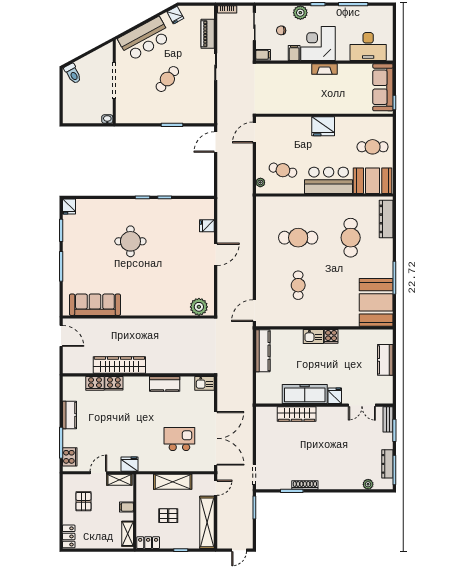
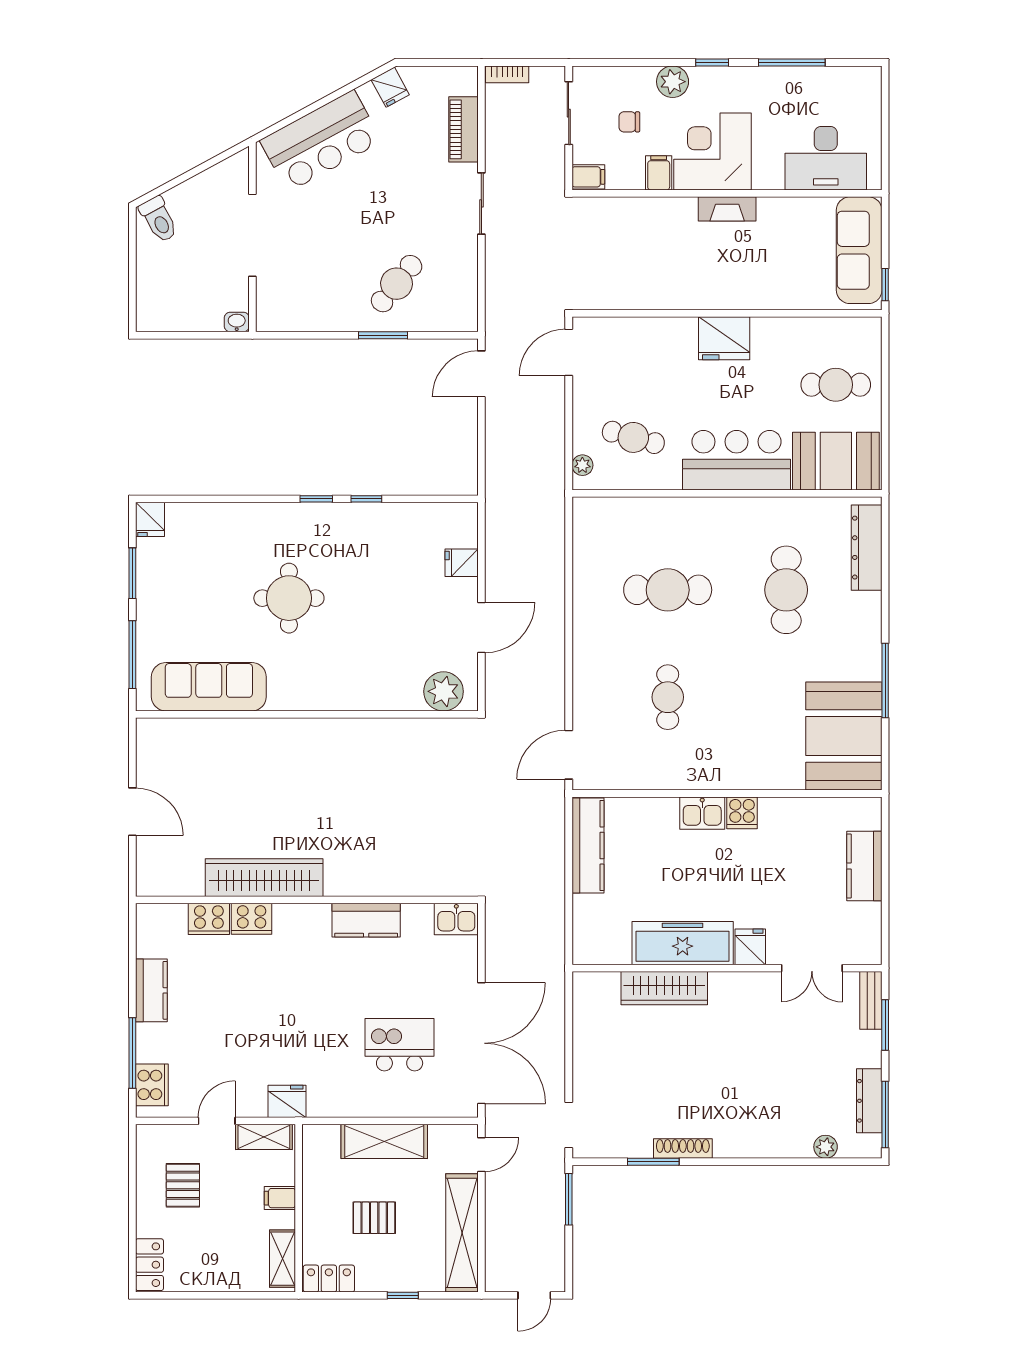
cafe table: (167, 79) -> (397, 284), moved
sofa: (95, 305) -> (209, 687), moved
plant: (199, 307) -> (444, 691), moved
wall: (138, 317) -> (307, 714), moved

